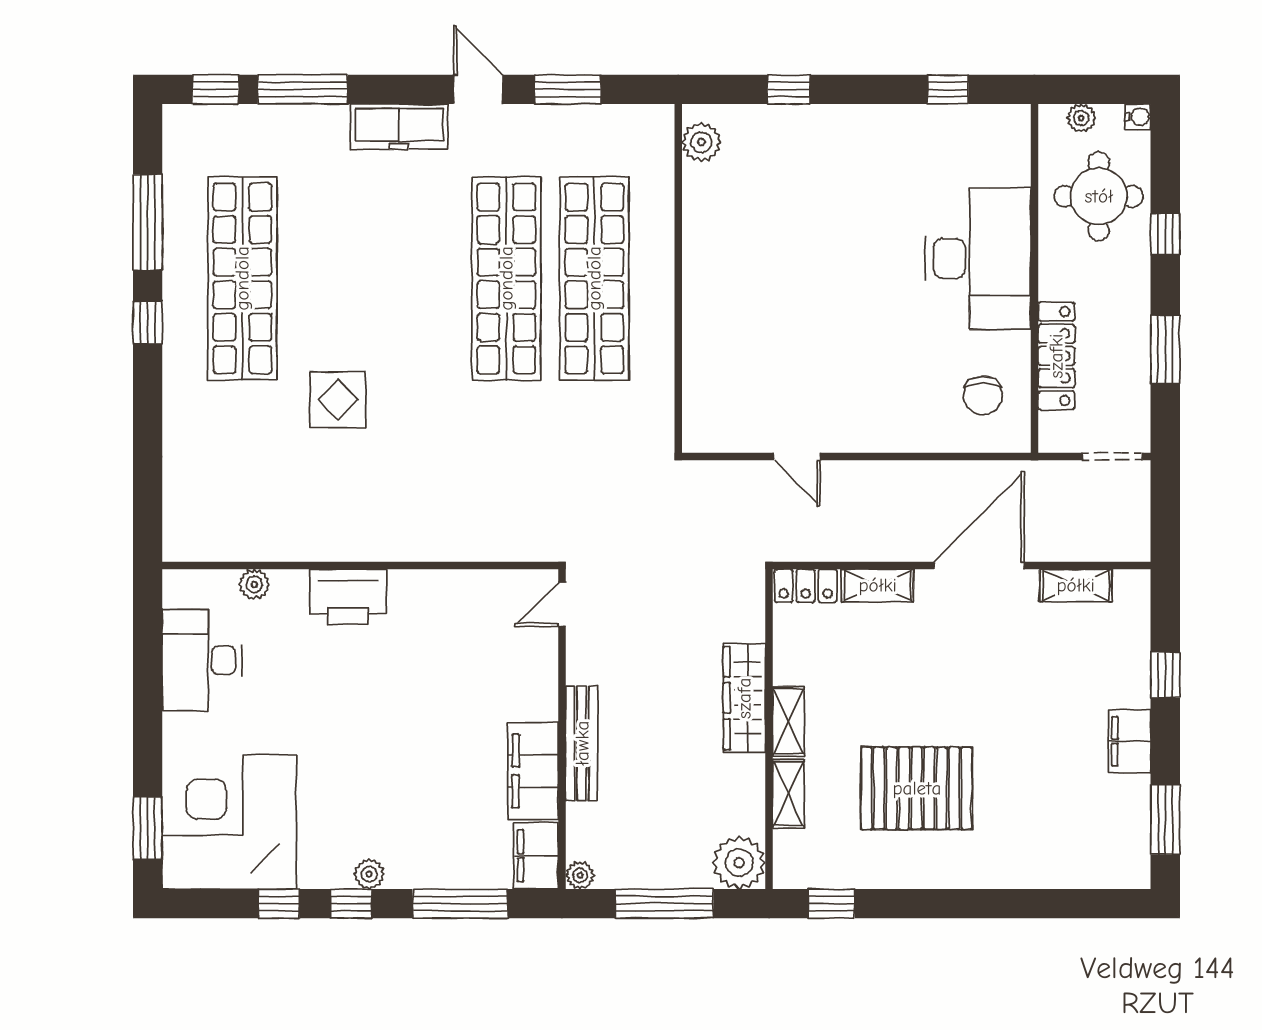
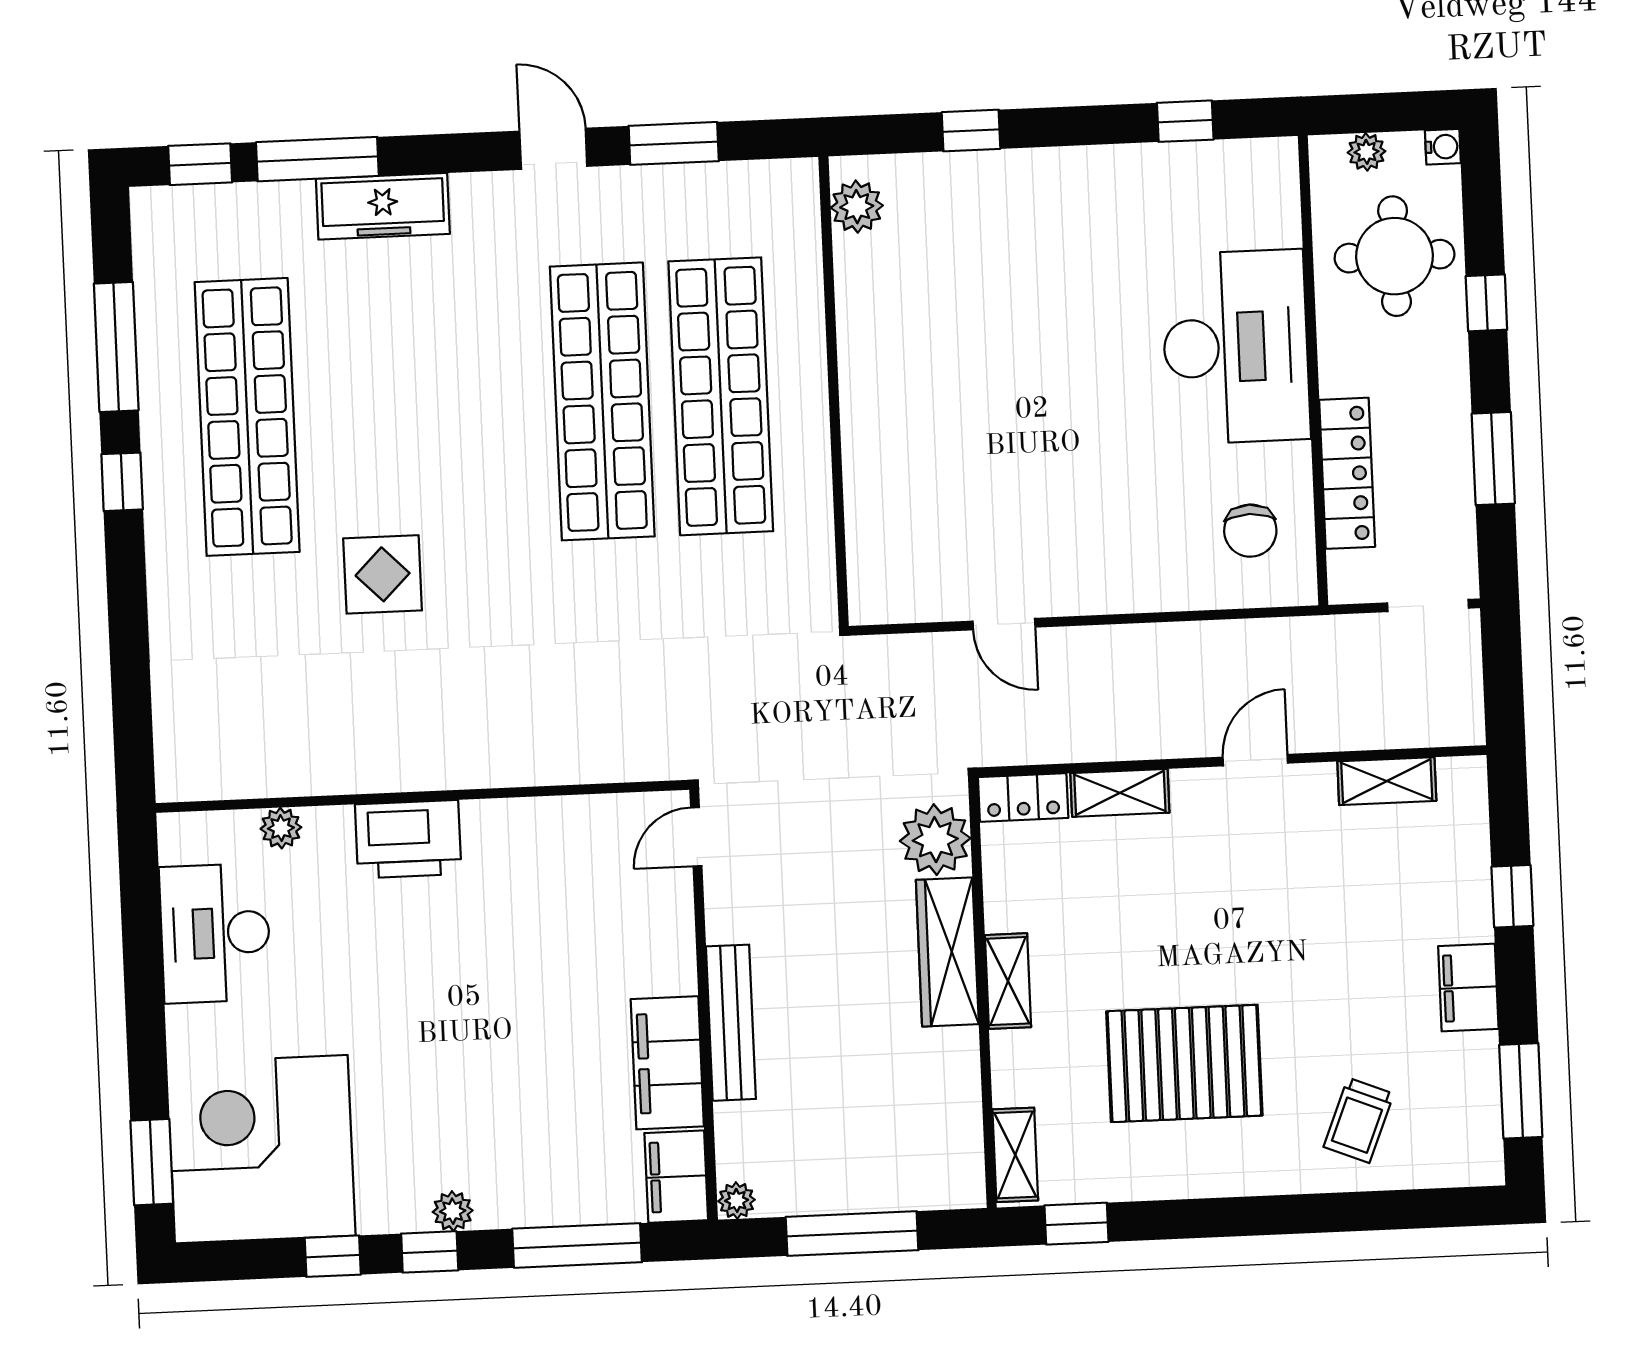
freezer: (399, 127) -> (383, 206), moved
door: (979, 566) -> (1255, 760), width x0.53
shelving: (788, 794) -> (1015, 1155), moved
trolley: (1044, 836) -> (1359, 1120), added
plant: (739, 863) -> (935, 840), moved

